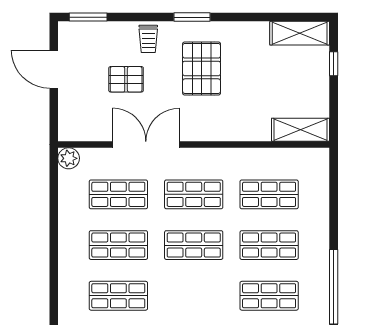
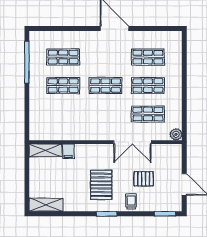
window: (334, 64) -> (27, 188), removed
filing cabinet: (260, 128) -> (68, 151), added
shop shelf: (194, 194) -> (106, 114), removed
shop shelf: (269, 194) -> (63, 114), removed

